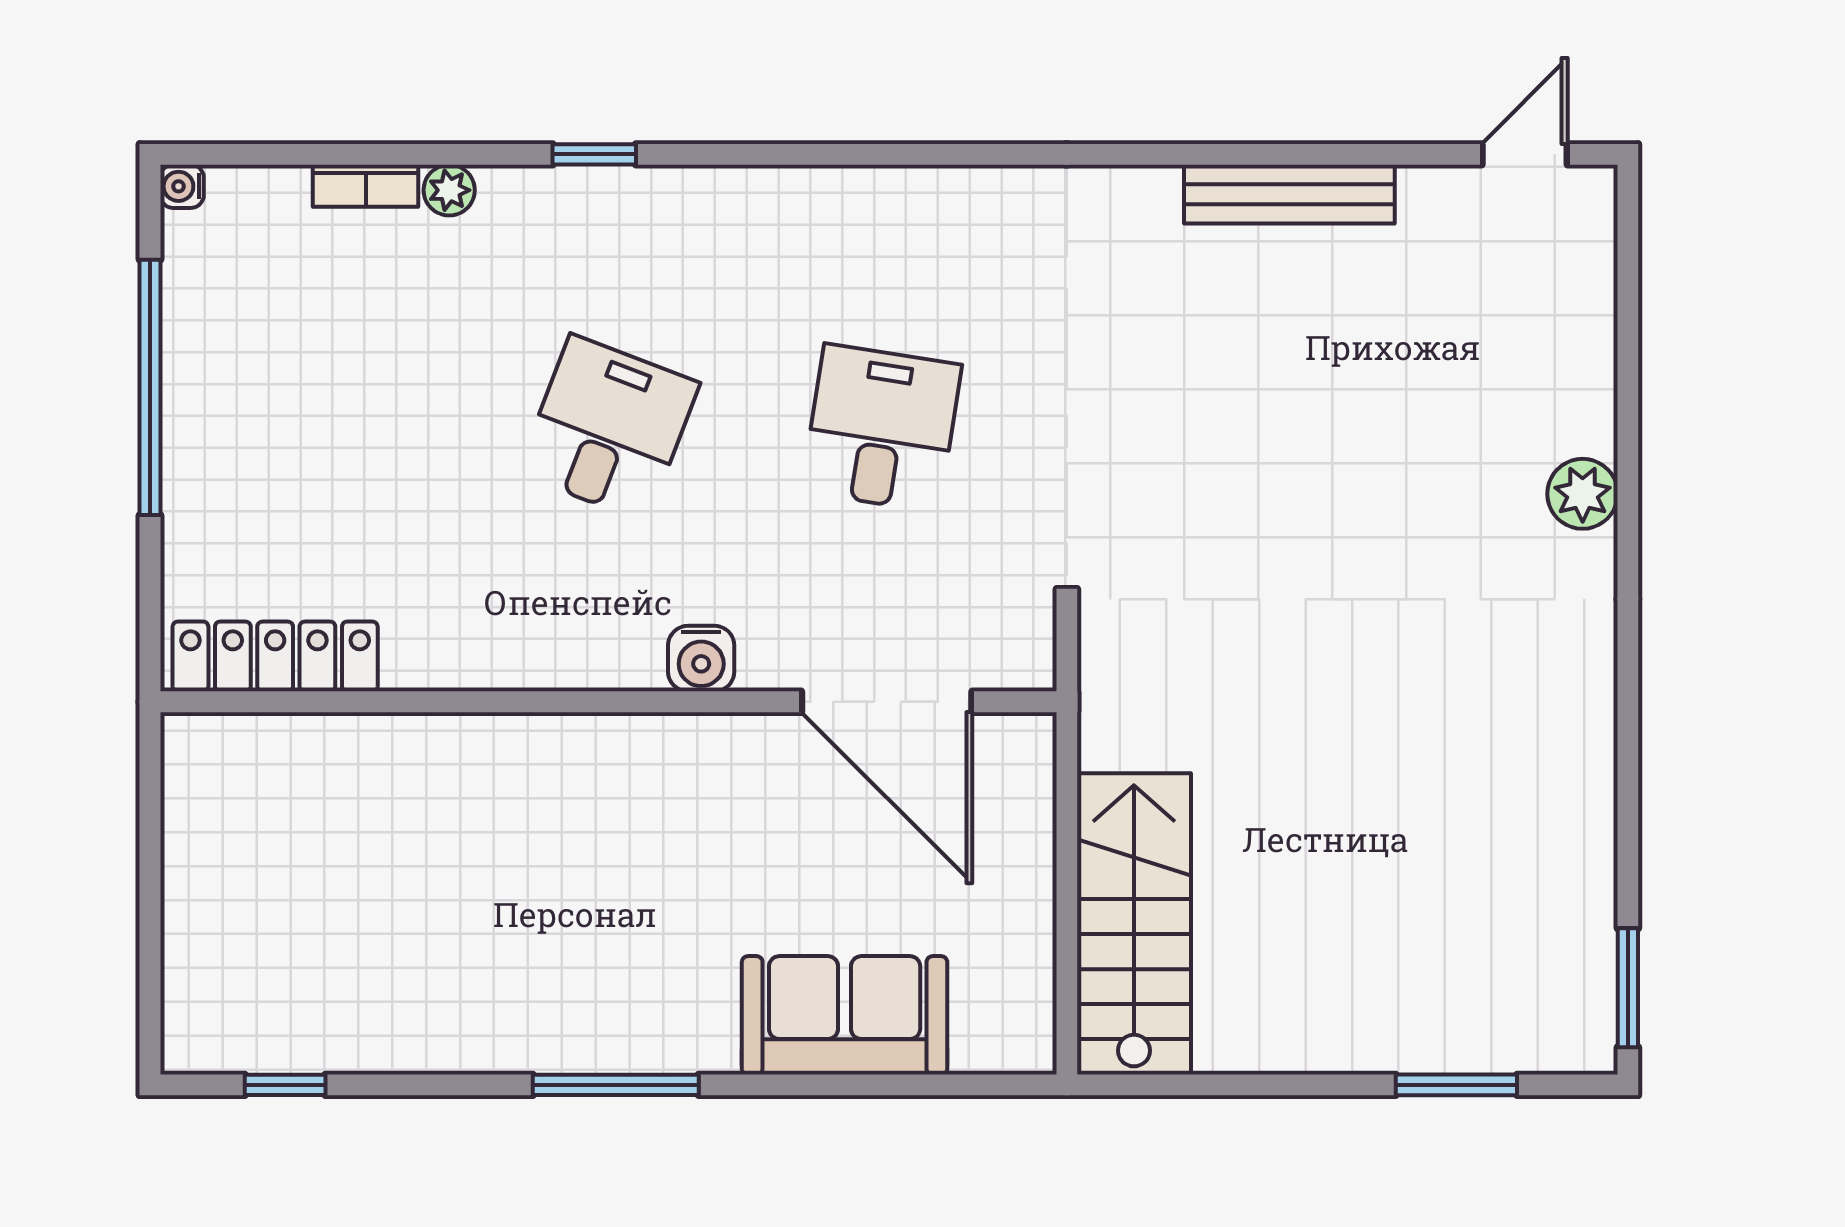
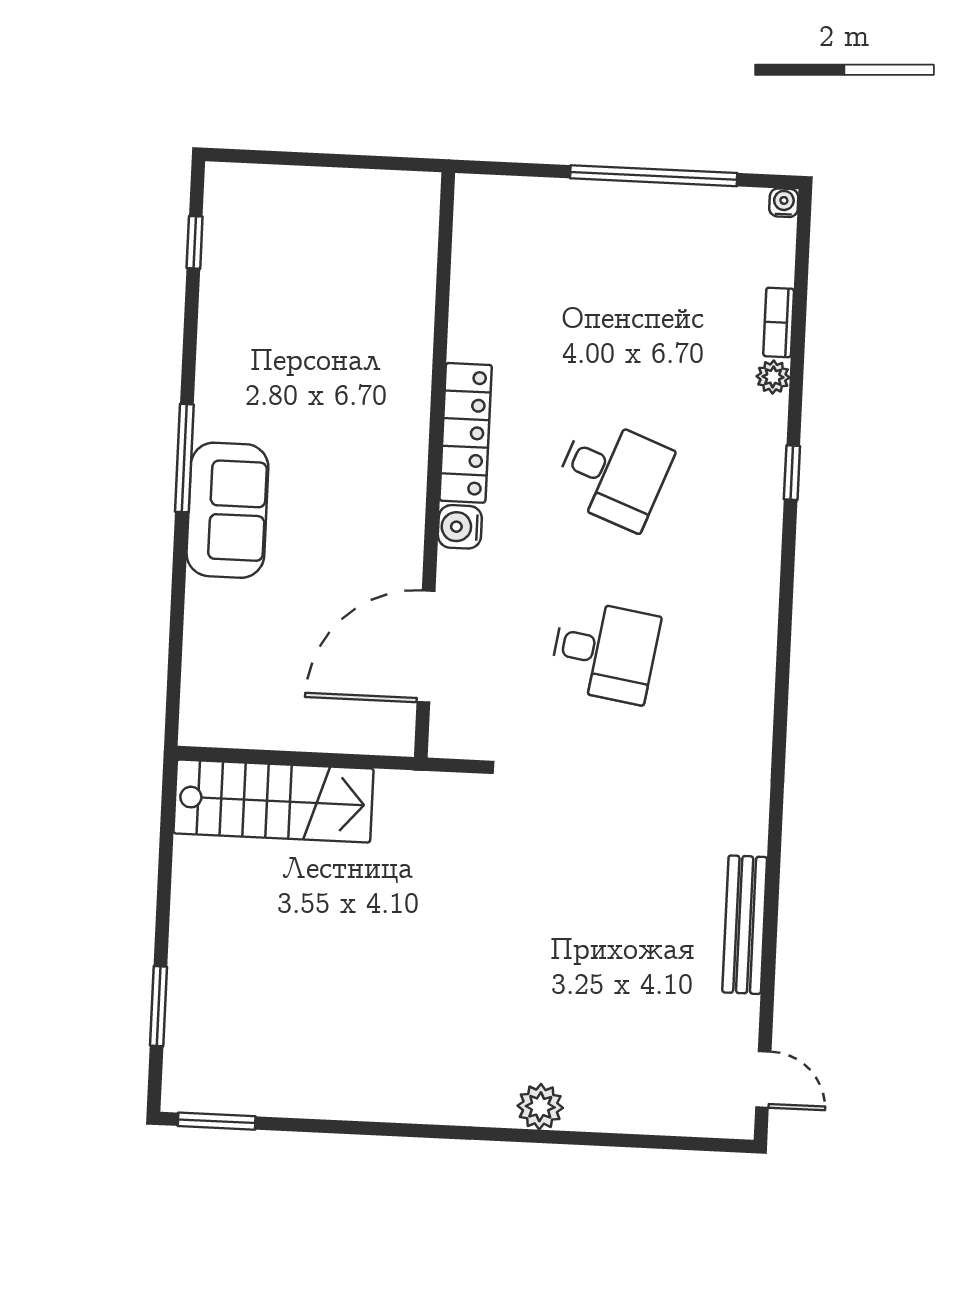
locker: (275, 656) -> (466, 433), moved
sofa: (845, 1015) -> (227, 510), moved

